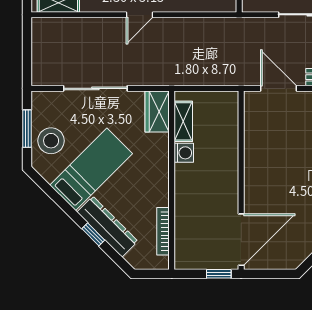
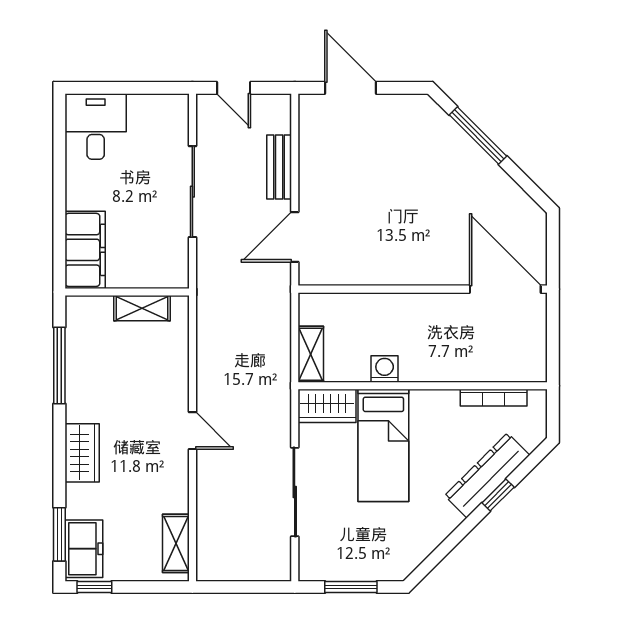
shelving: (183, 121) -> (311, 354), moved, turned 90
stool: (51, 141) -> (368, 554), removed
bed: (91, 169) -> (383, 445), moved, turned -135
window: (219, 274) -> (553, 320), removed

